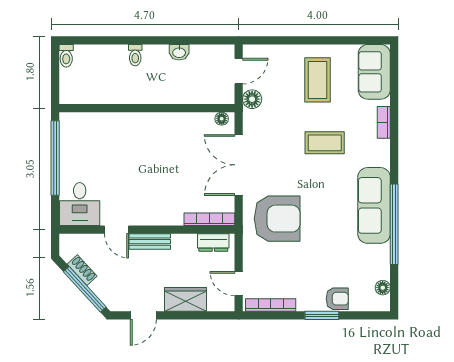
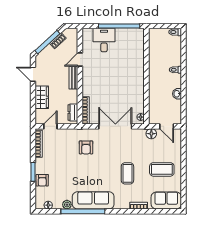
desk: (80, 204) -> (104, 40), moved, turned 90
armchair: (277, 219) -> (86, 147), width x0.53, depth x0.53
plant: (382, 253) -> (67, 205), added

